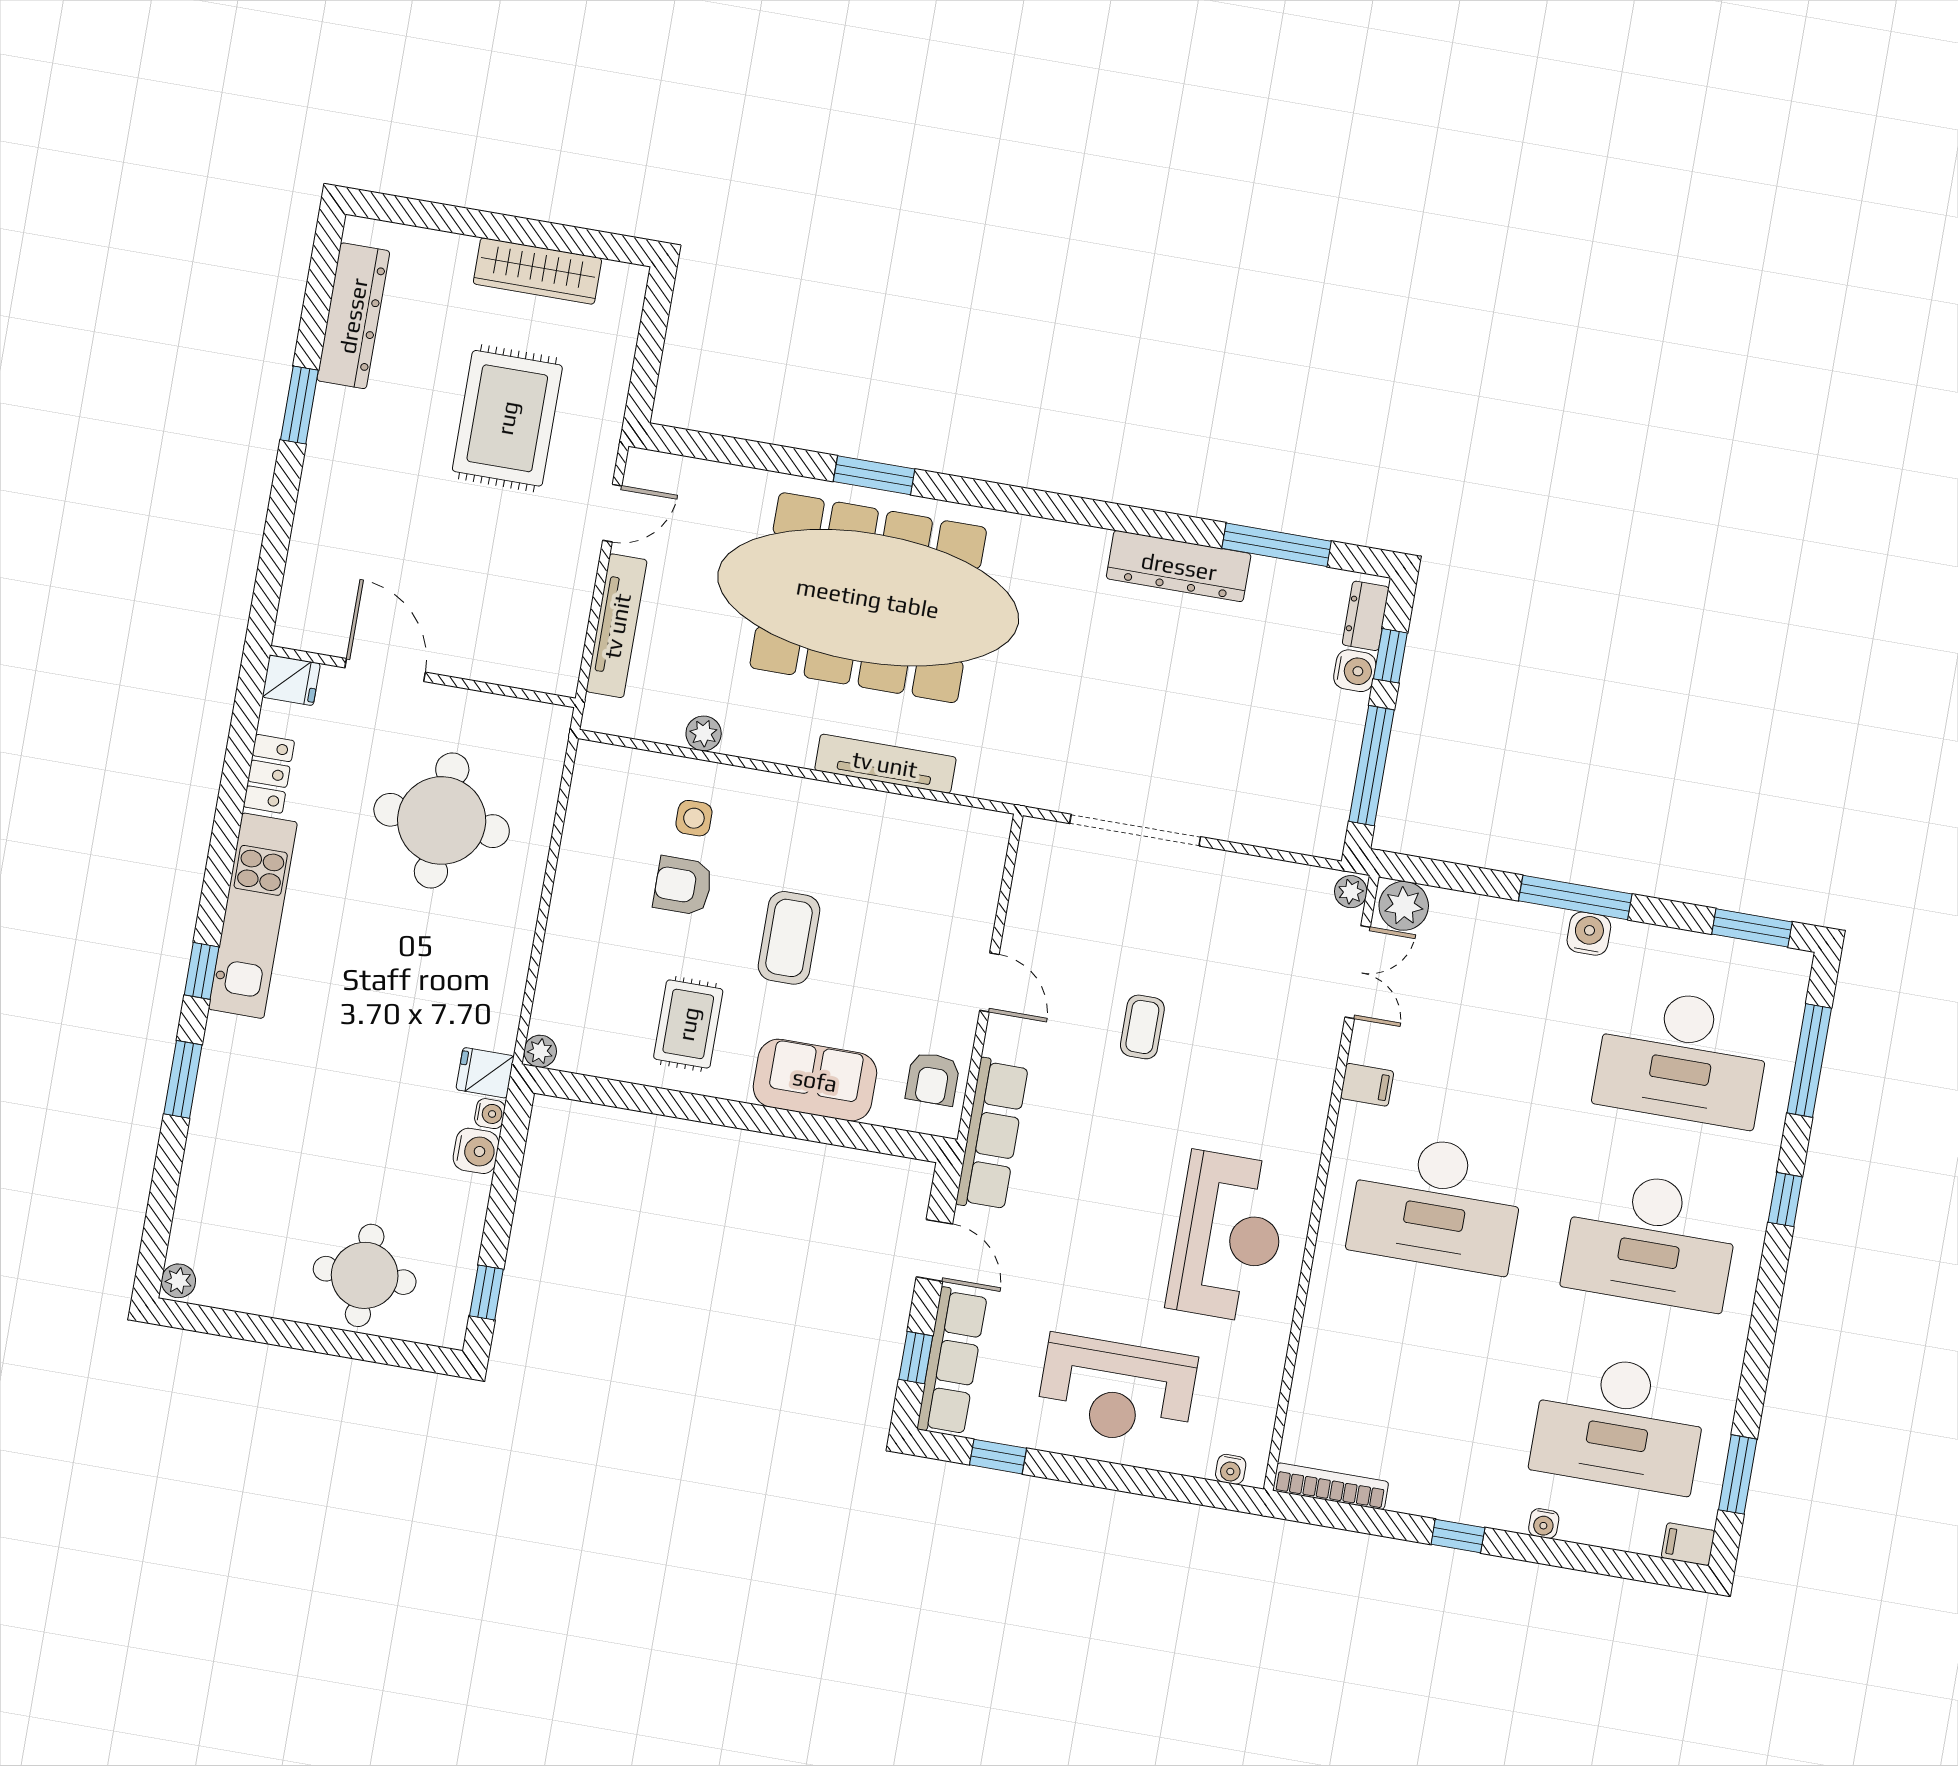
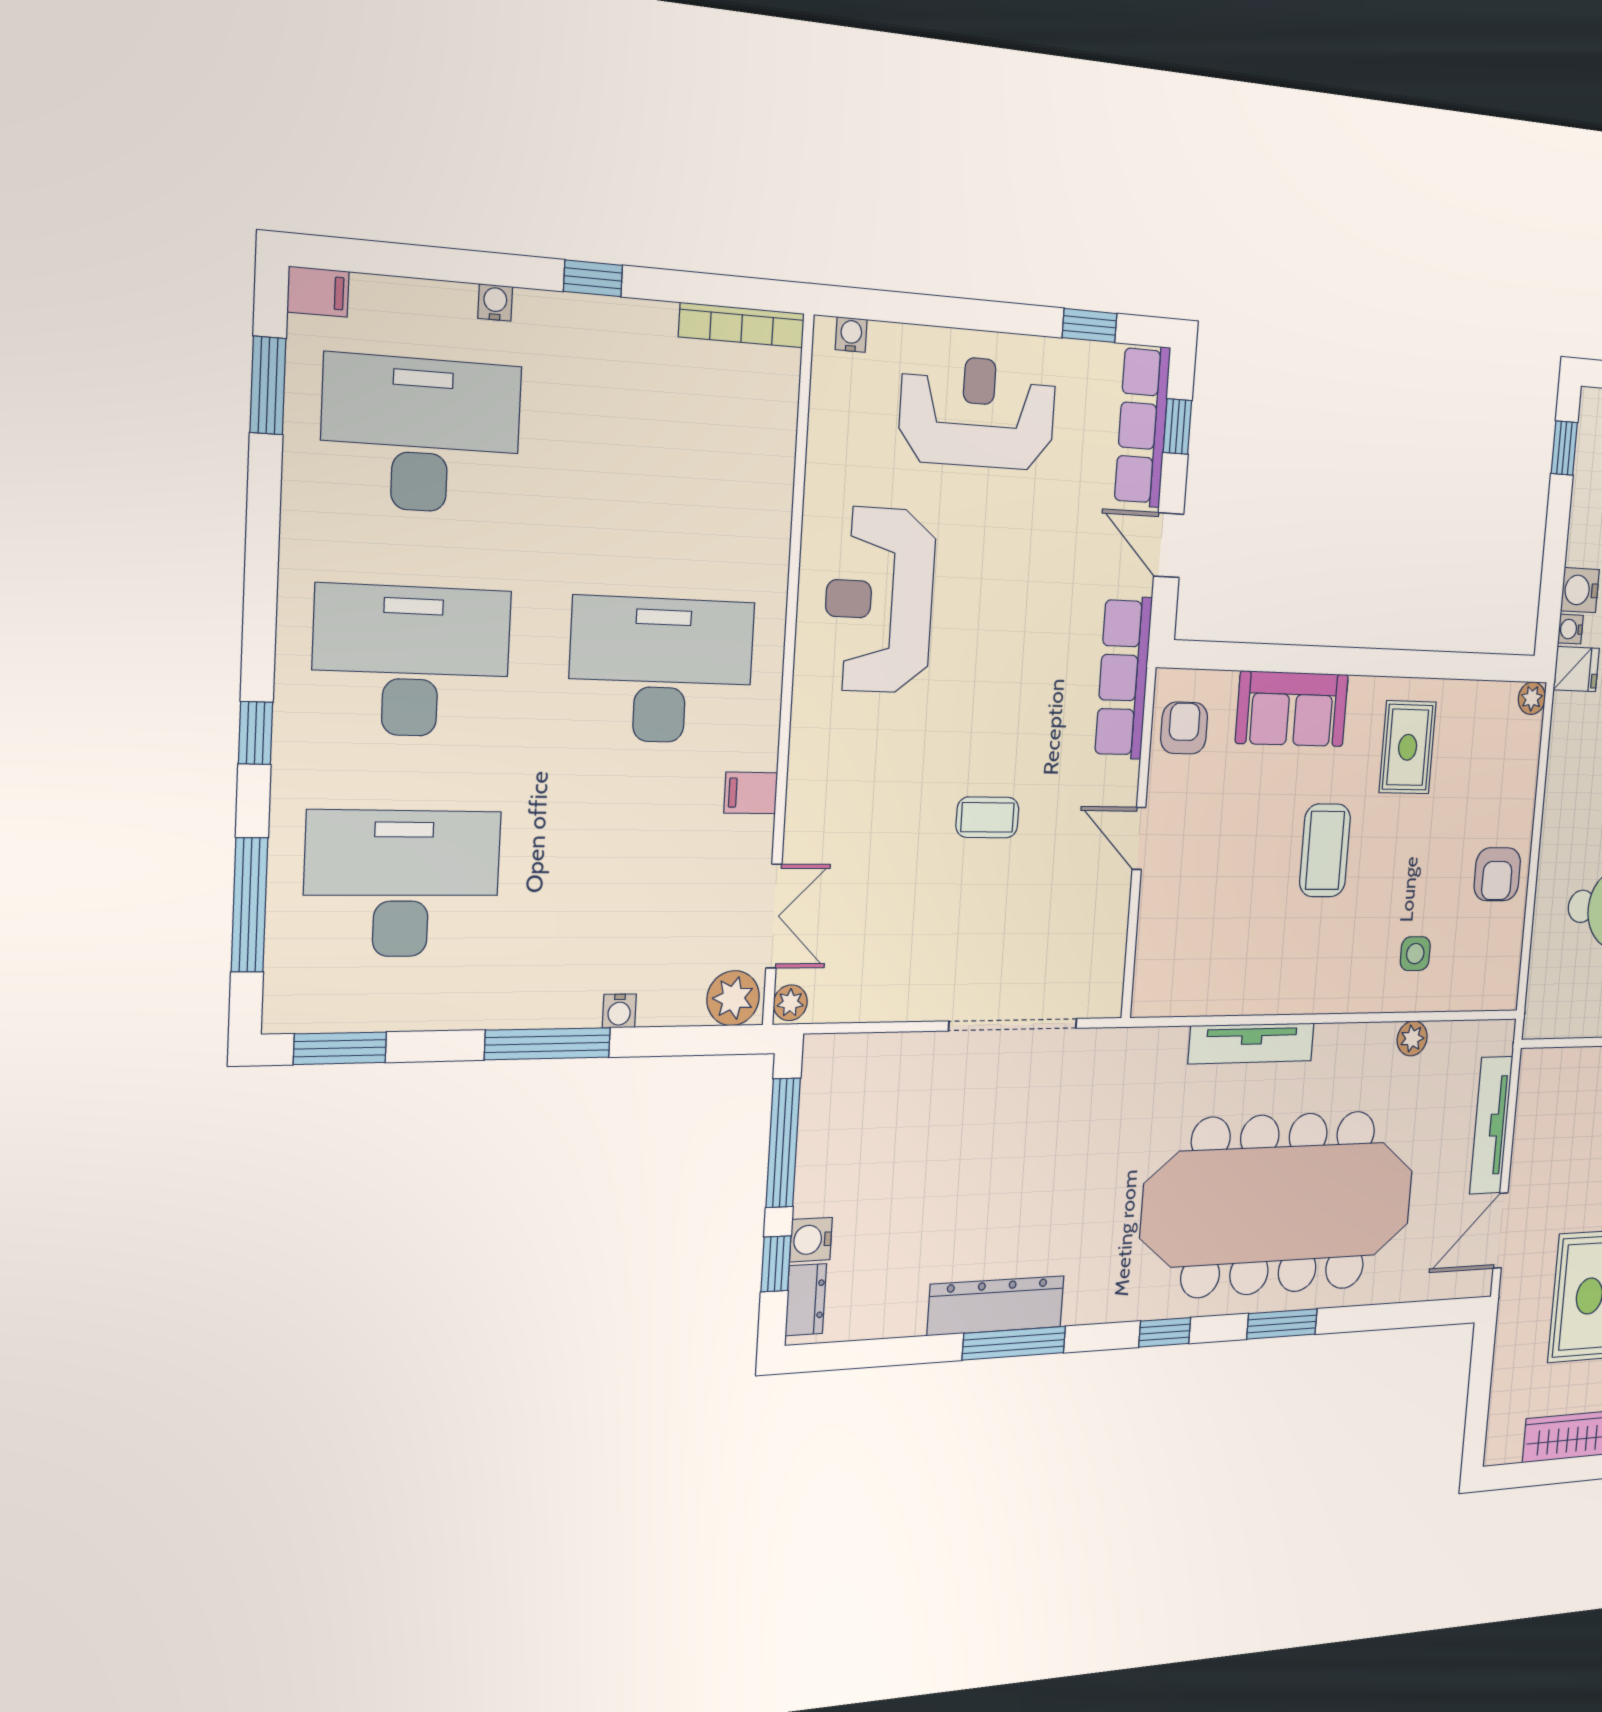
window: (1004, 498) -> (1165, 1332), added
door: (612, 513) -> (1501, 1231), width x1.38
window: (1277, 545) -> (1014, 1343), moved
armchair: (683, 886) -> (1497, 874), moved, turned 90
water cooler: (1589, 934) -> (619, 1011), moved, width x0.72, depth x0.72
double door: (1358, 972) -> (774, 916), swing flipped
coffee table: (1142, 1027) -> (987, 817), turned 90

